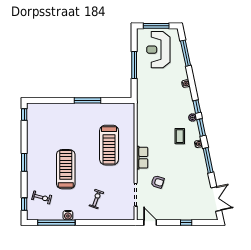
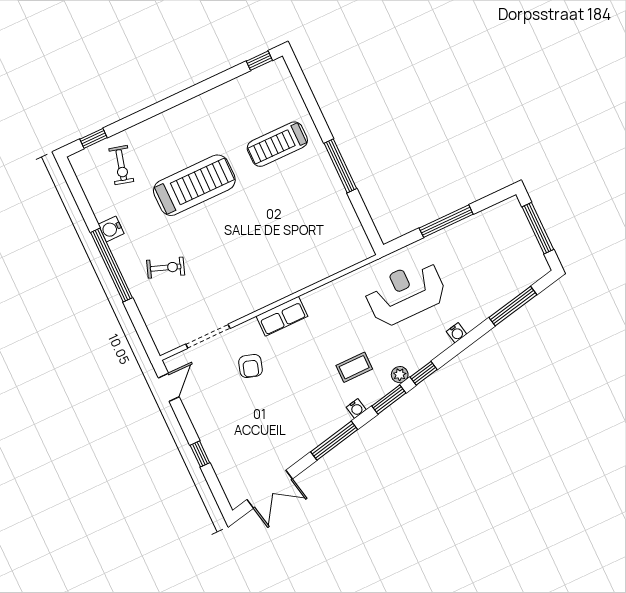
reception desk: (158, 50) -> (405, 293), moved
treadmill: (109, 145) -> (277, 144), moved, width x0.73, depth x0.73
window: (24, 162) -> (171, 102), removed
window: (56, 223) -> (111, 265), moved

